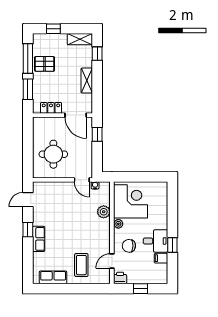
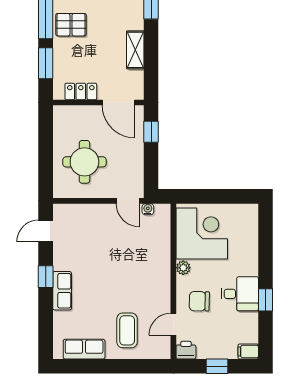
plant: (104, 212) -> (161, 249), removed
filing cabinet: (161, 258) -> (248, 351), moved

